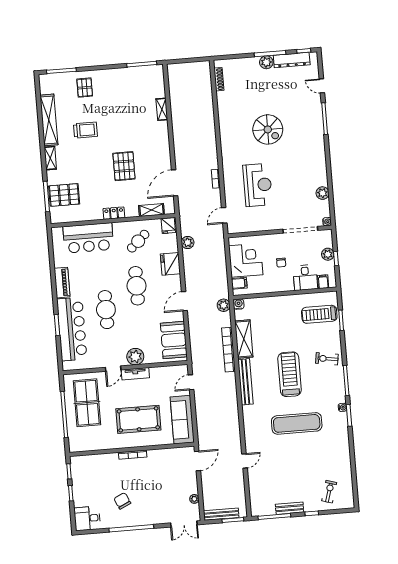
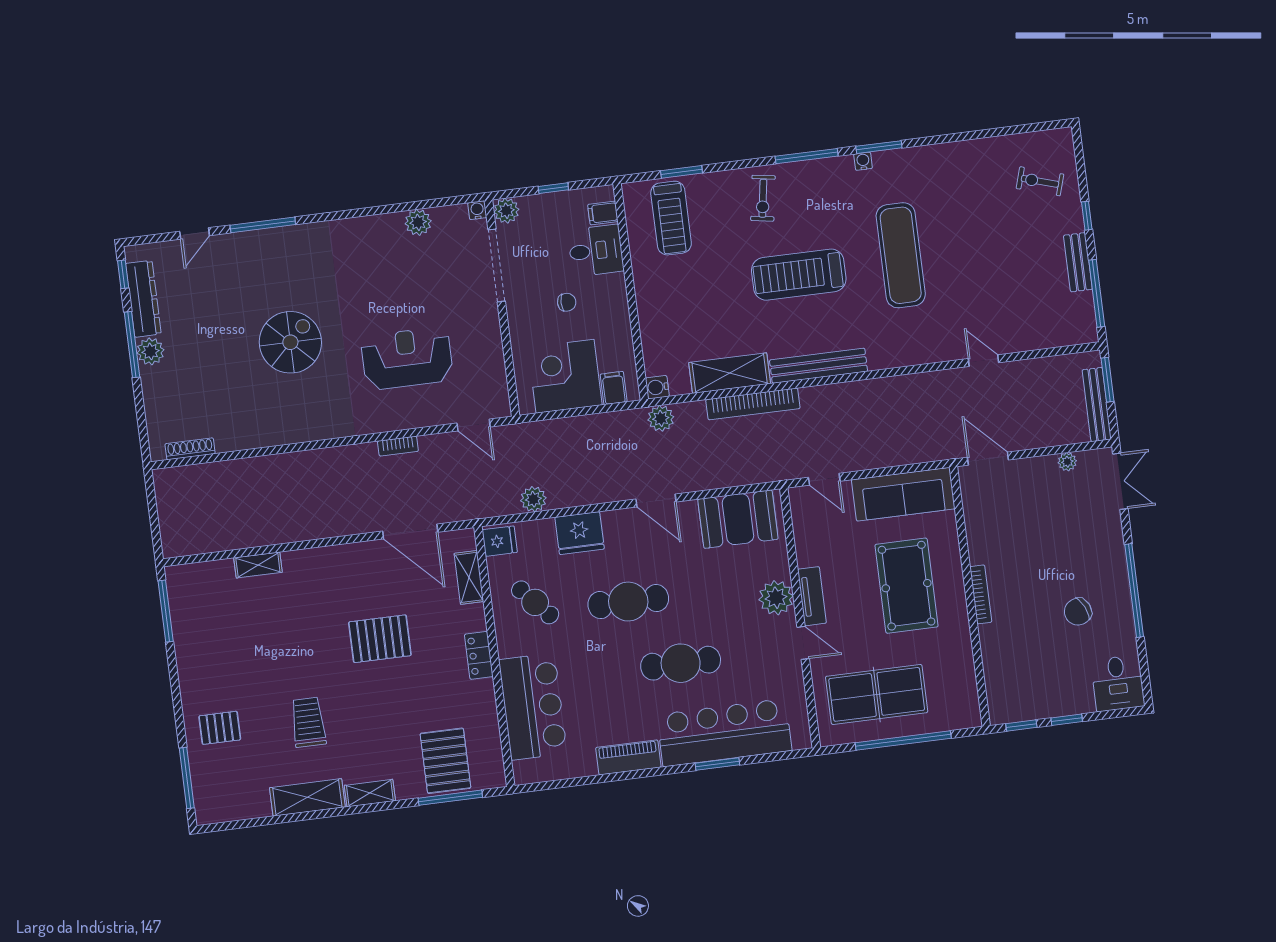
shelving: (49, 120) -> (307, 797), width x0.68
plant: (328, 254) -> (506, 211), moved

